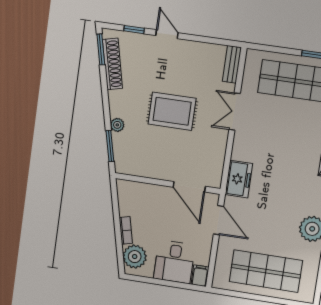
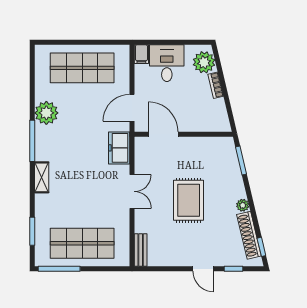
window: (101, 49) -> (261, 247), width x0.67
rug: (172, 111) -> (189, 200), turned 90
double door: (235, 112) -> (132, 191), moved
plant: (117, 125) -> (243, 205), moved
door: (219, 220) -> (132, 108), hinge flipped

